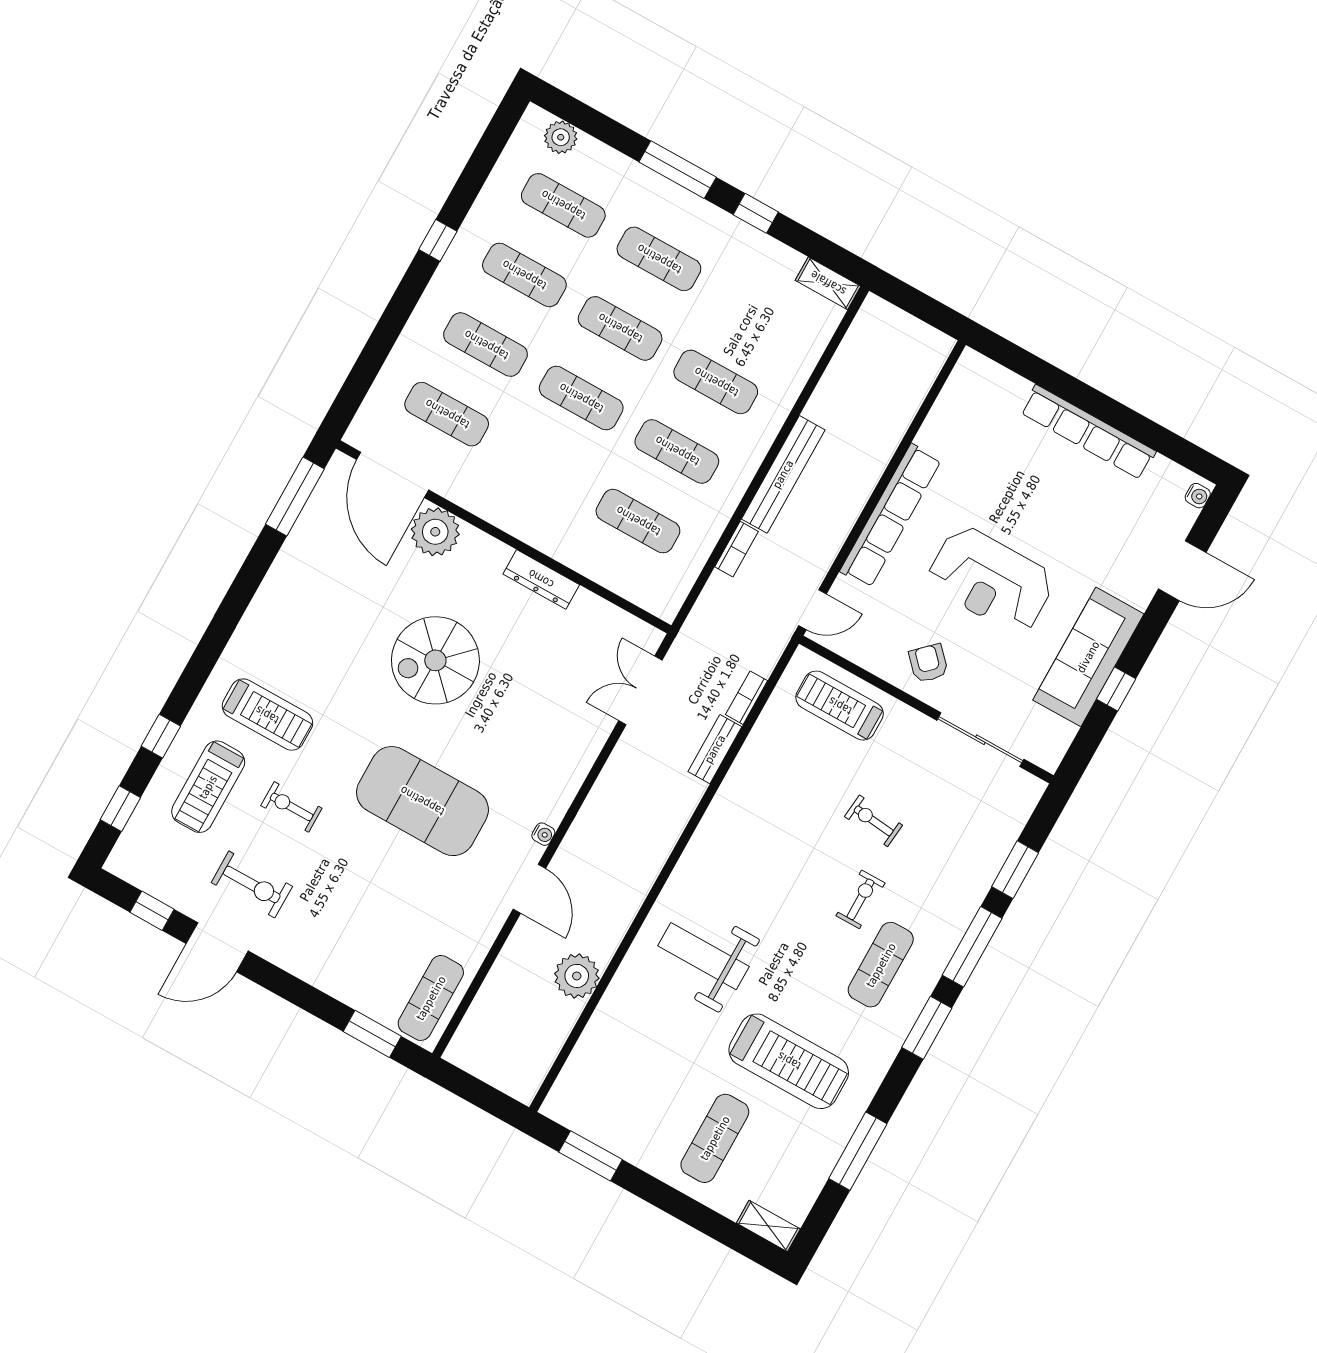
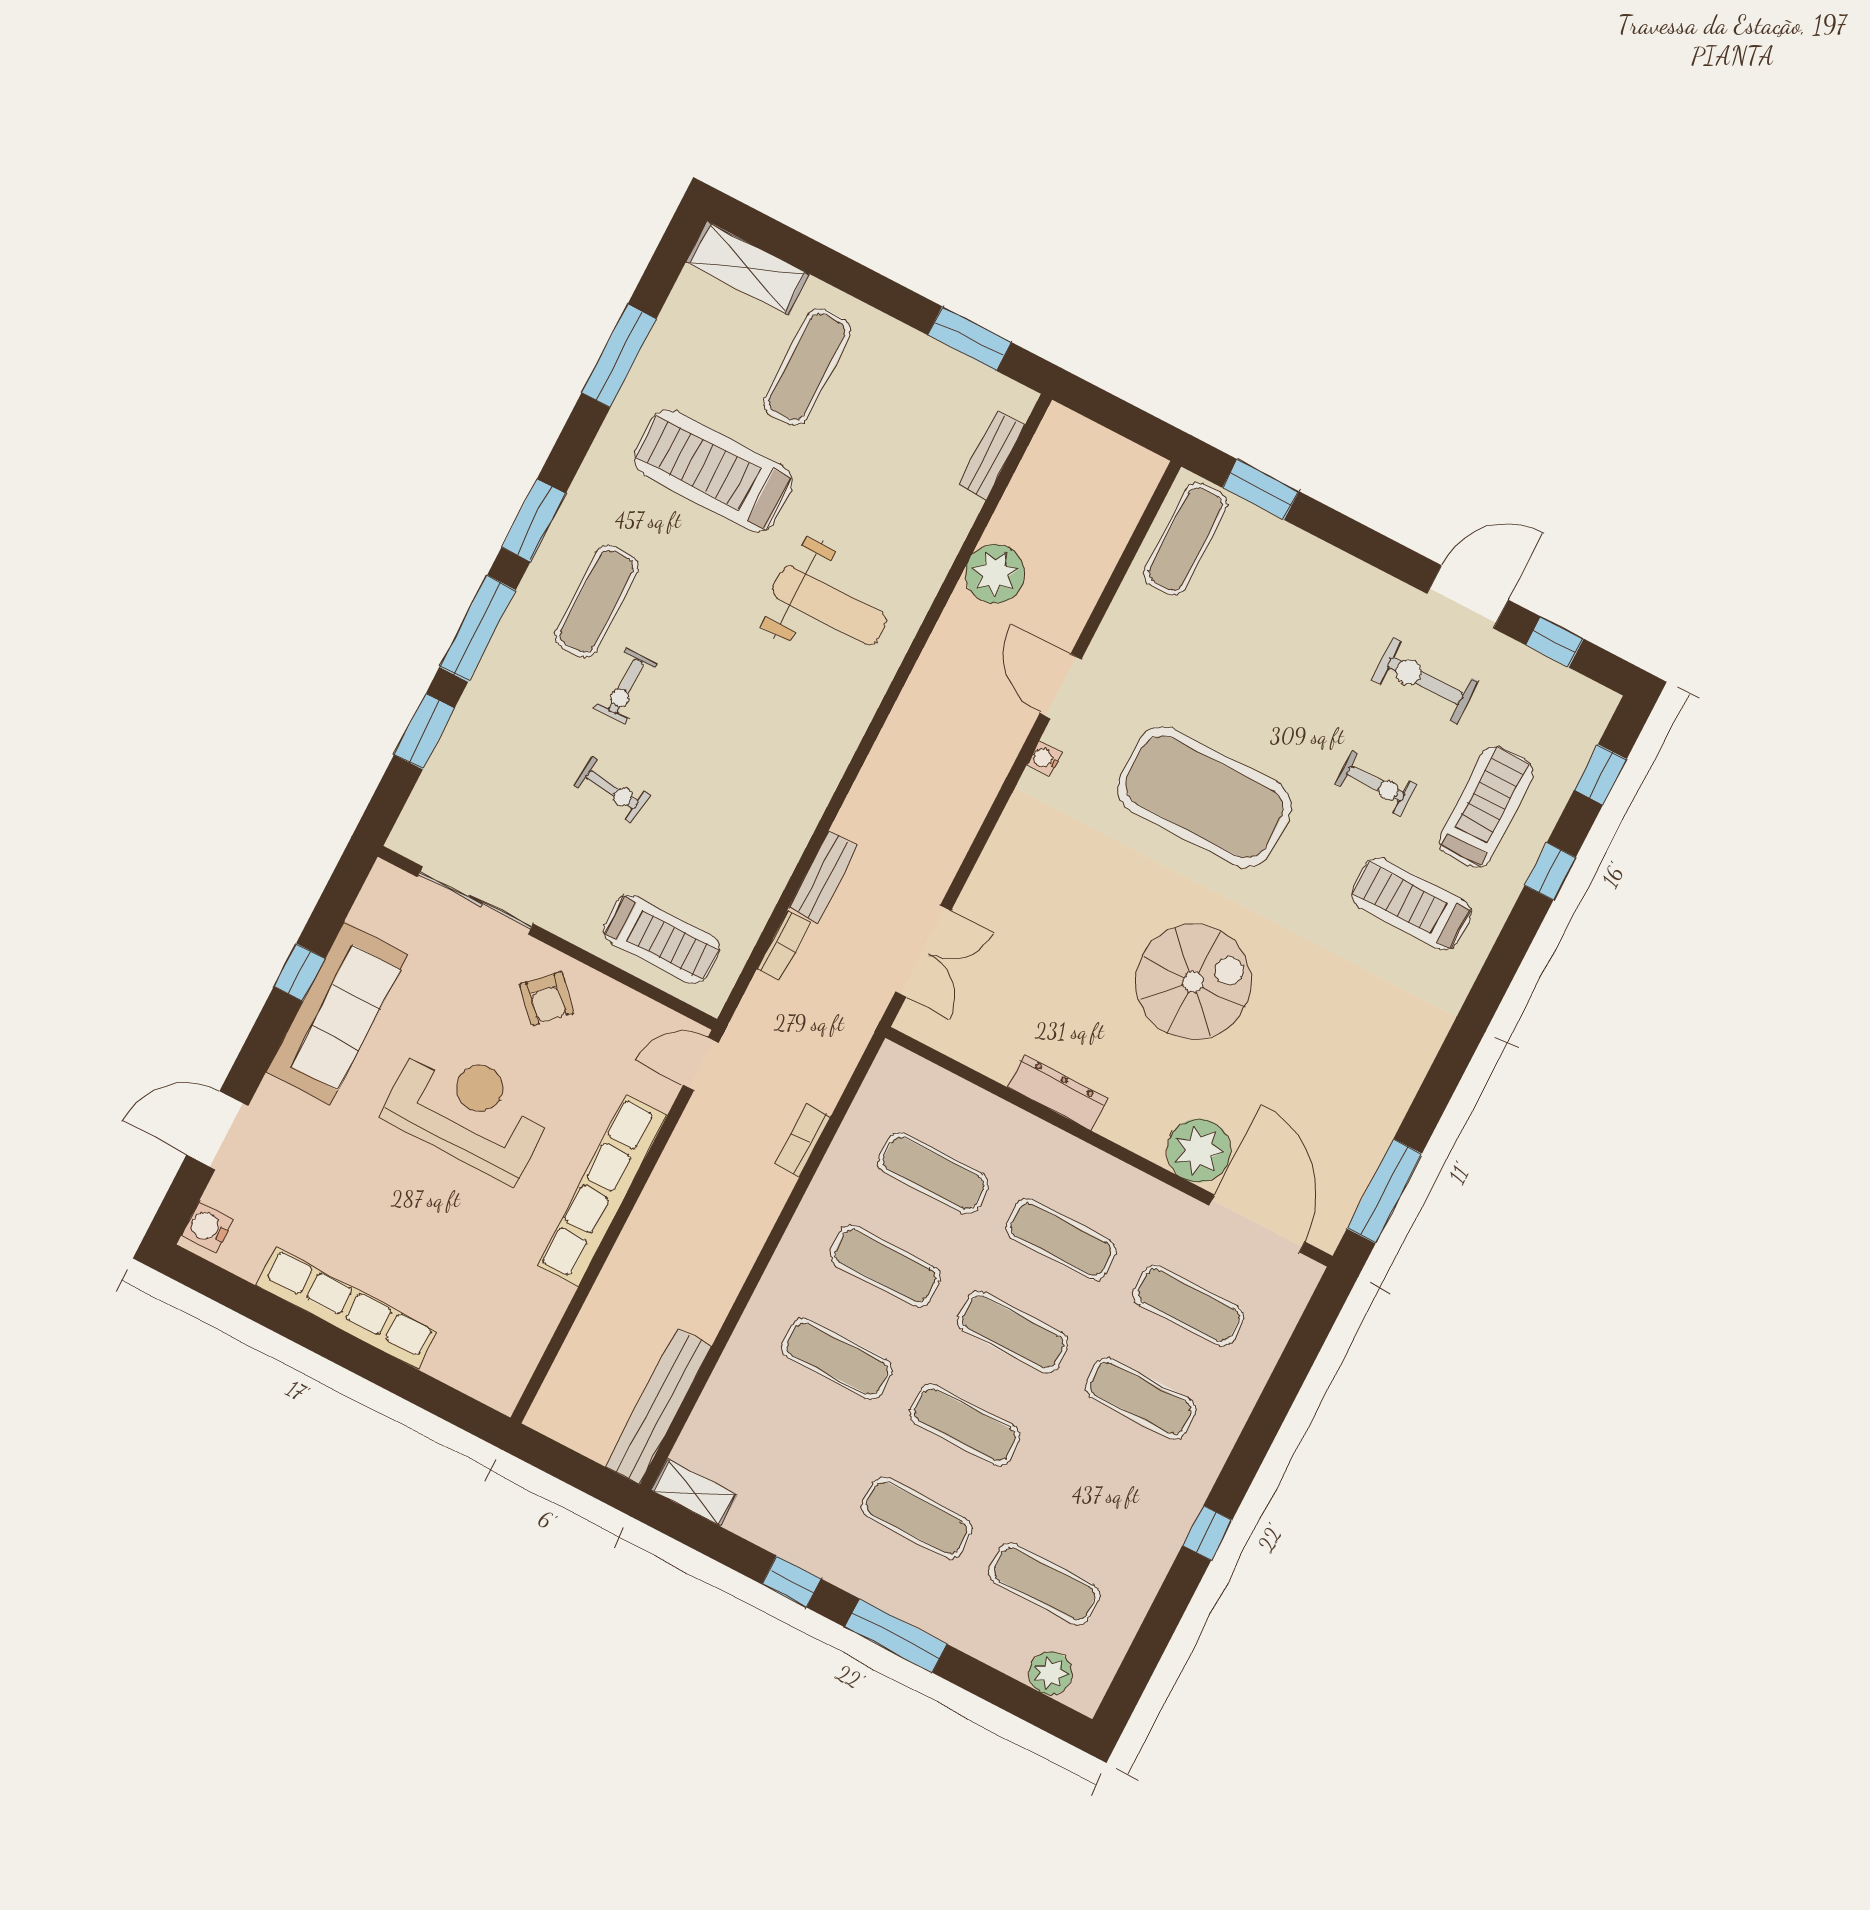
exercise mat: (524, 275) -> (1061, 1239), moved
bench: (783, 474) -> (658, 1407), moved
water cooler: (1198, 496) -> (208, 1227), width x1.38, depth x1.38
bench: (577, 1066) -> (991, 455), added
shelving: (768, 1226) -> (748, 268), width x1.50, depth x1.33

